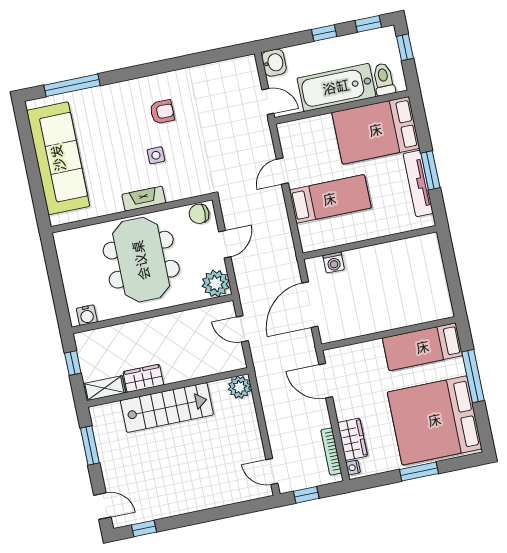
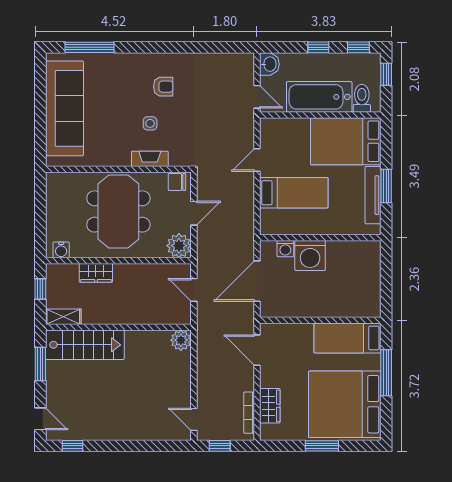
fireplace: (144, 199) -> (150, 159), moved
washing machine: (362, 264) -> (310, 256), added
wardrobe: (143, 378) -> (96, 273), moved, turned 180
stairs: (167, 408) -> (85, 345), moved
nightstand: (353, 468) -> (265, 430), removed

